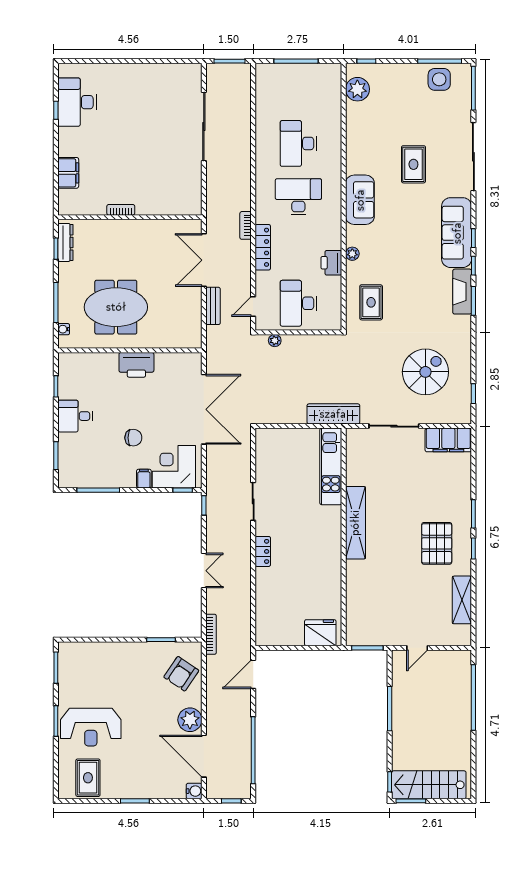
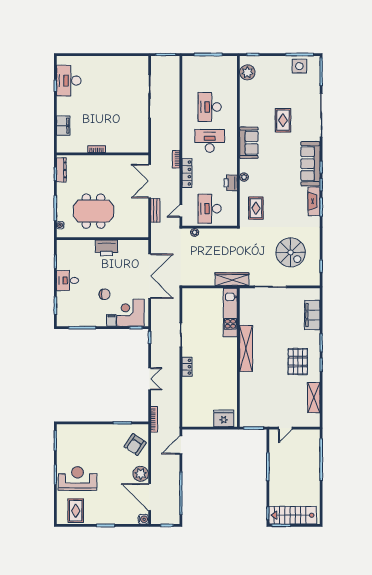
spiral stairs: (425, 372) -> (291, 252), turned 90
filing cabinet: (448, 440) -> (312, 315), moved, turned 90
reception desk: (91, 727) -> (78, 479), turned 180

